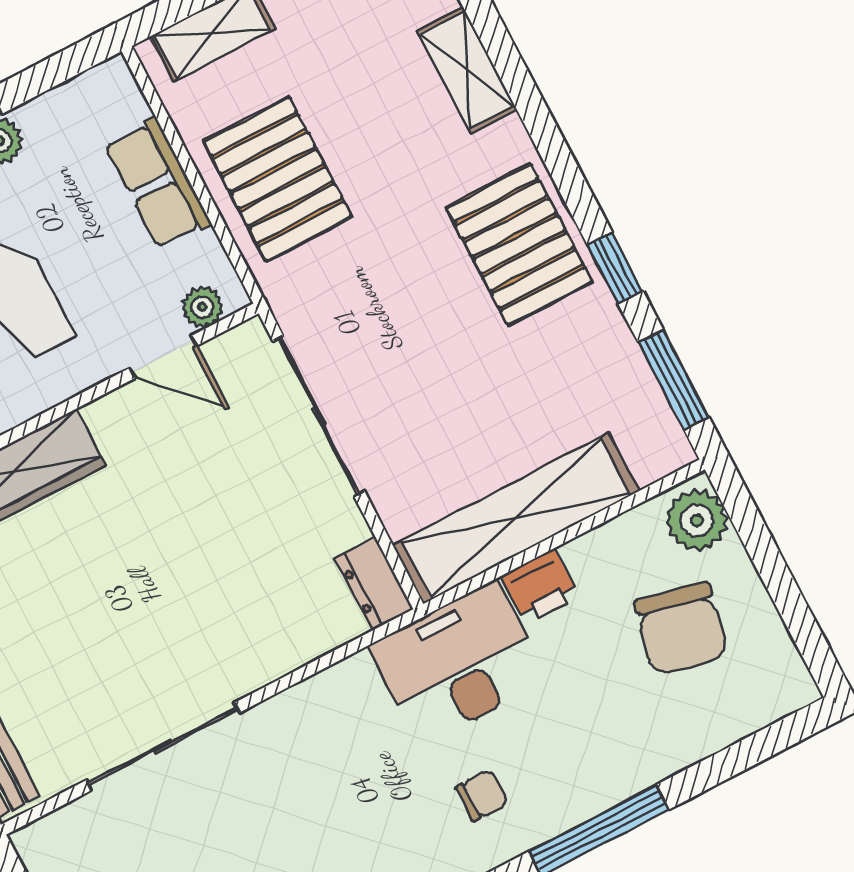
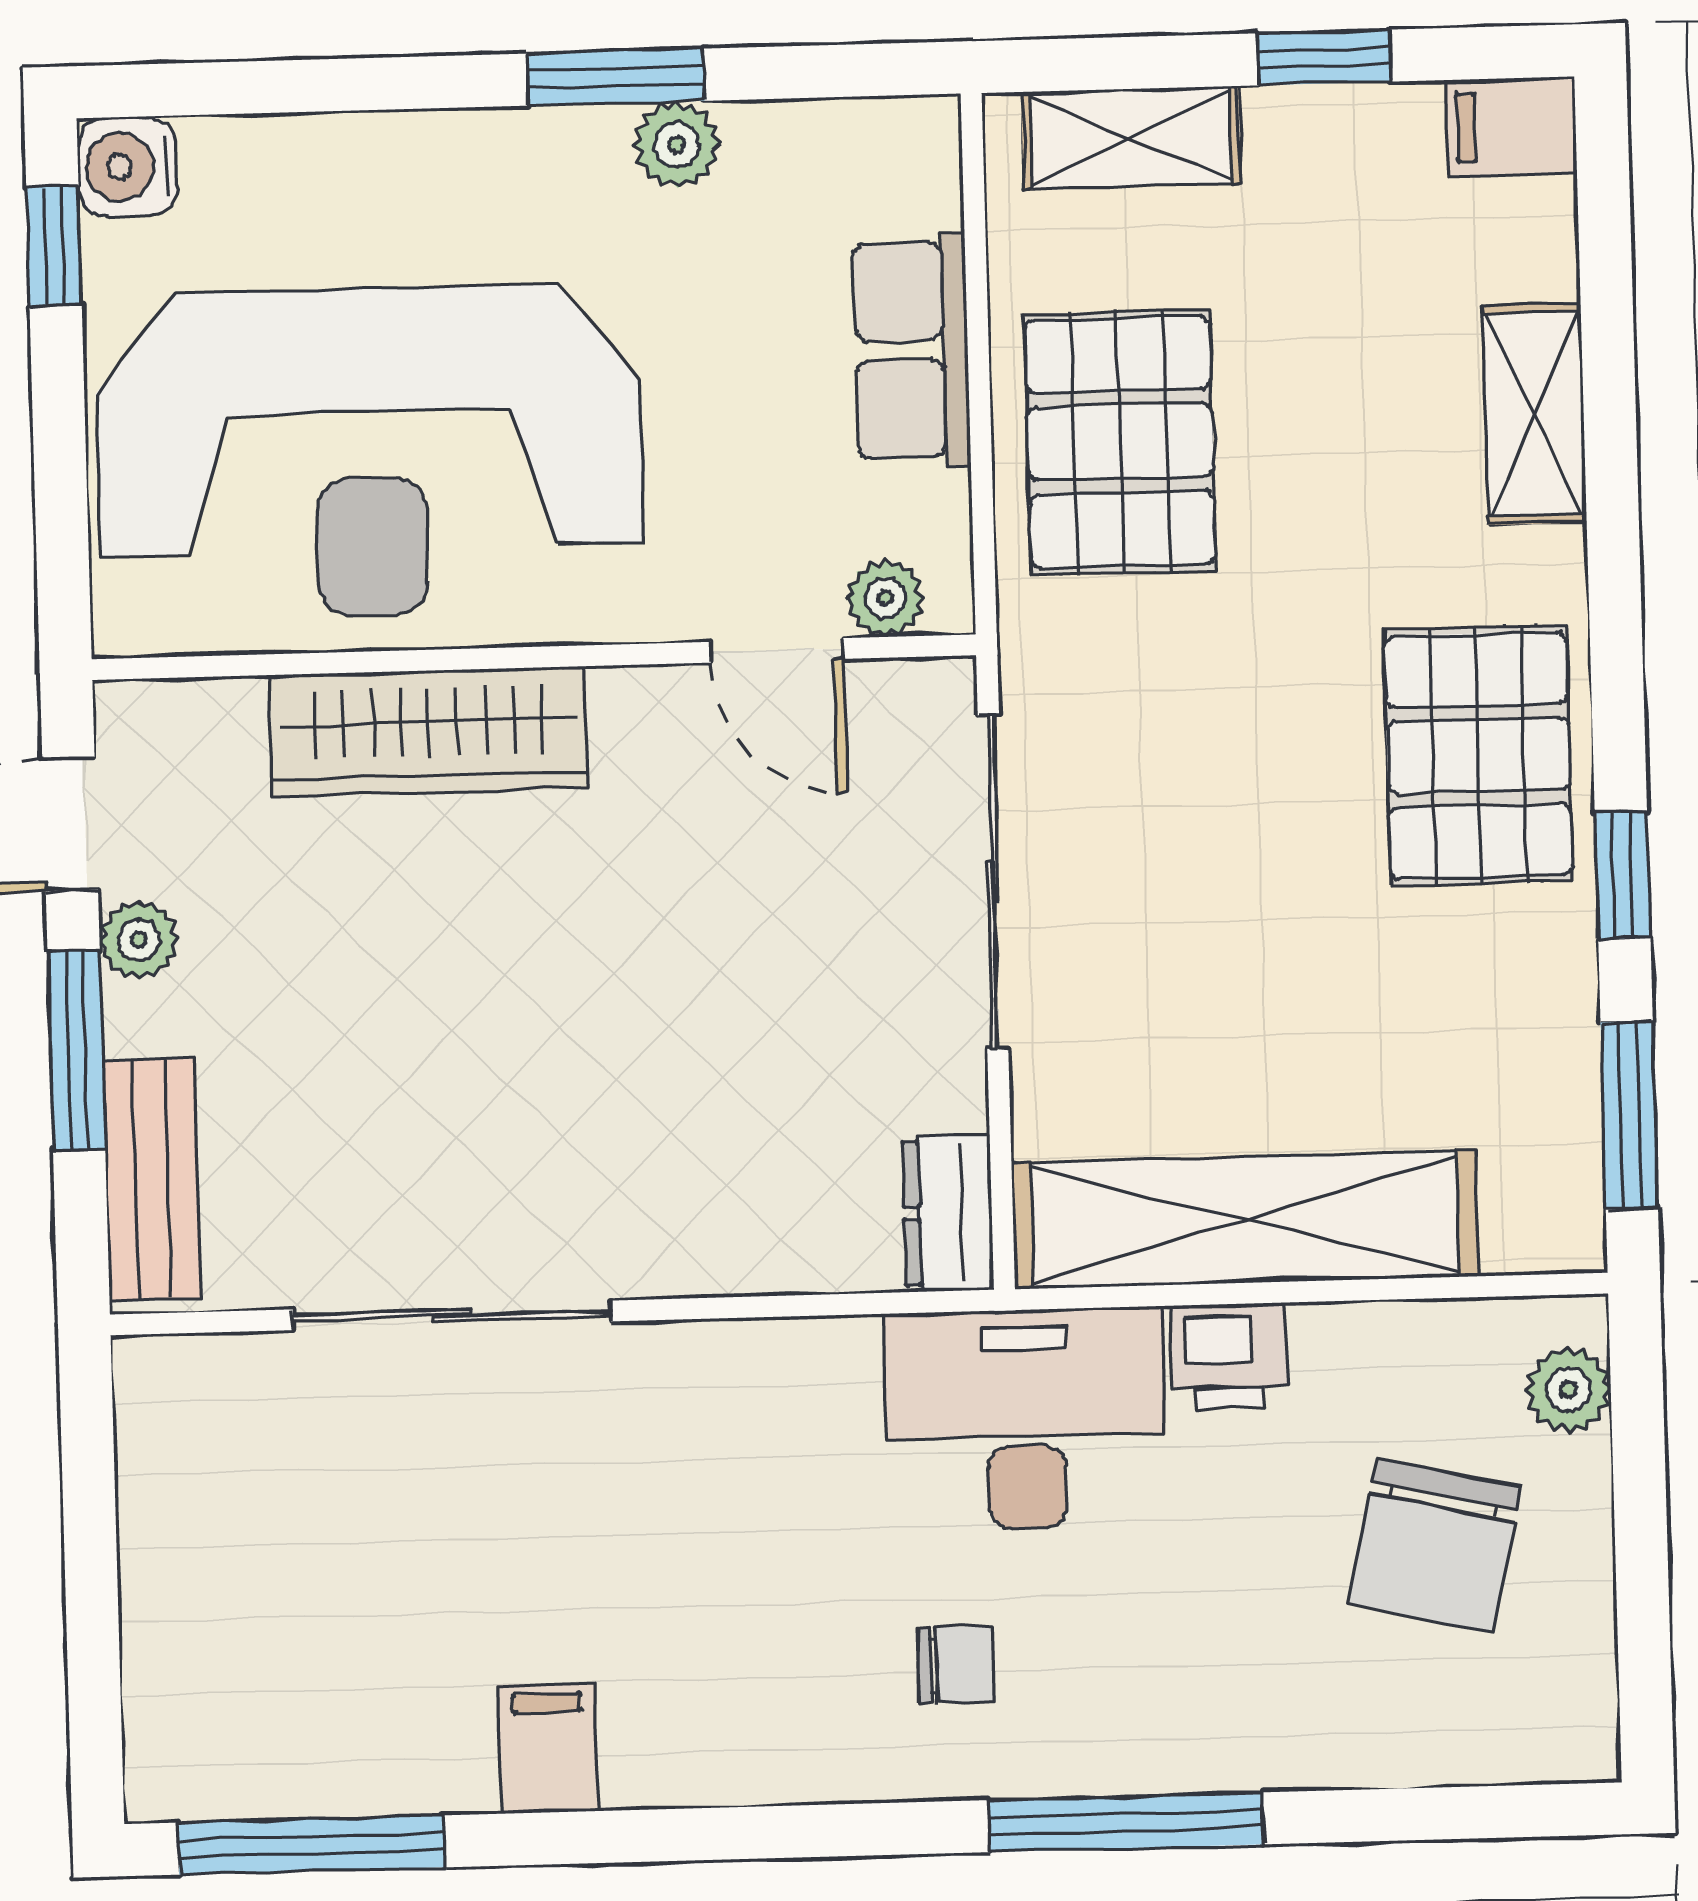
plant: (697, 520) -> (1568, 1390), width x0.73, depth x0.73

